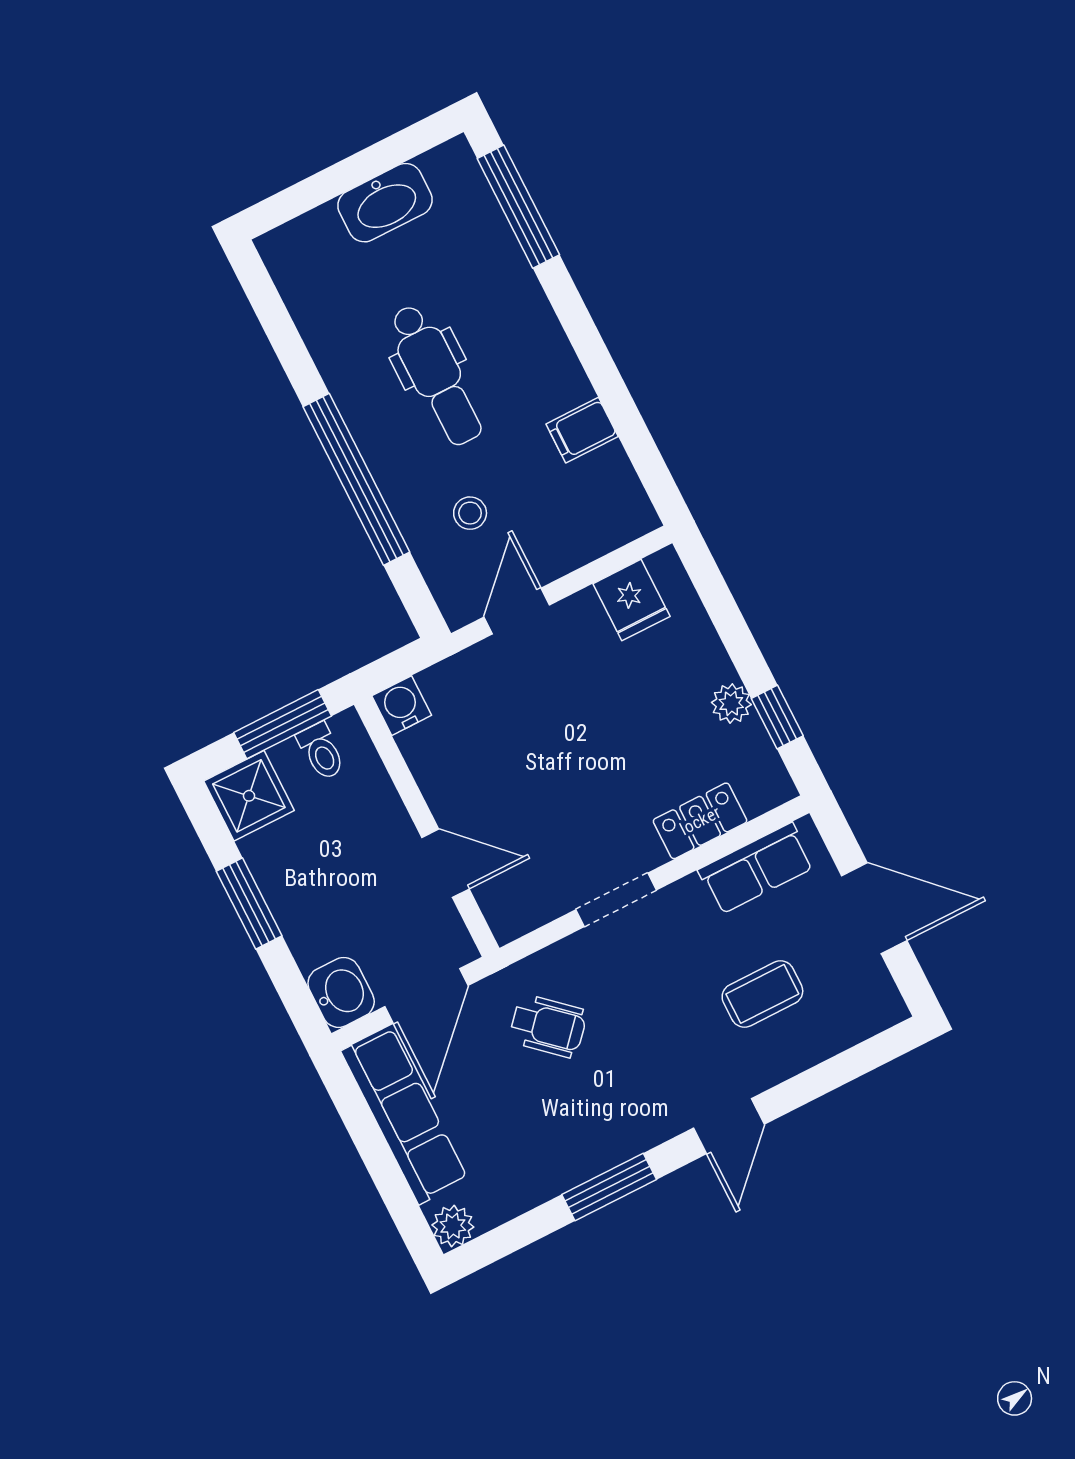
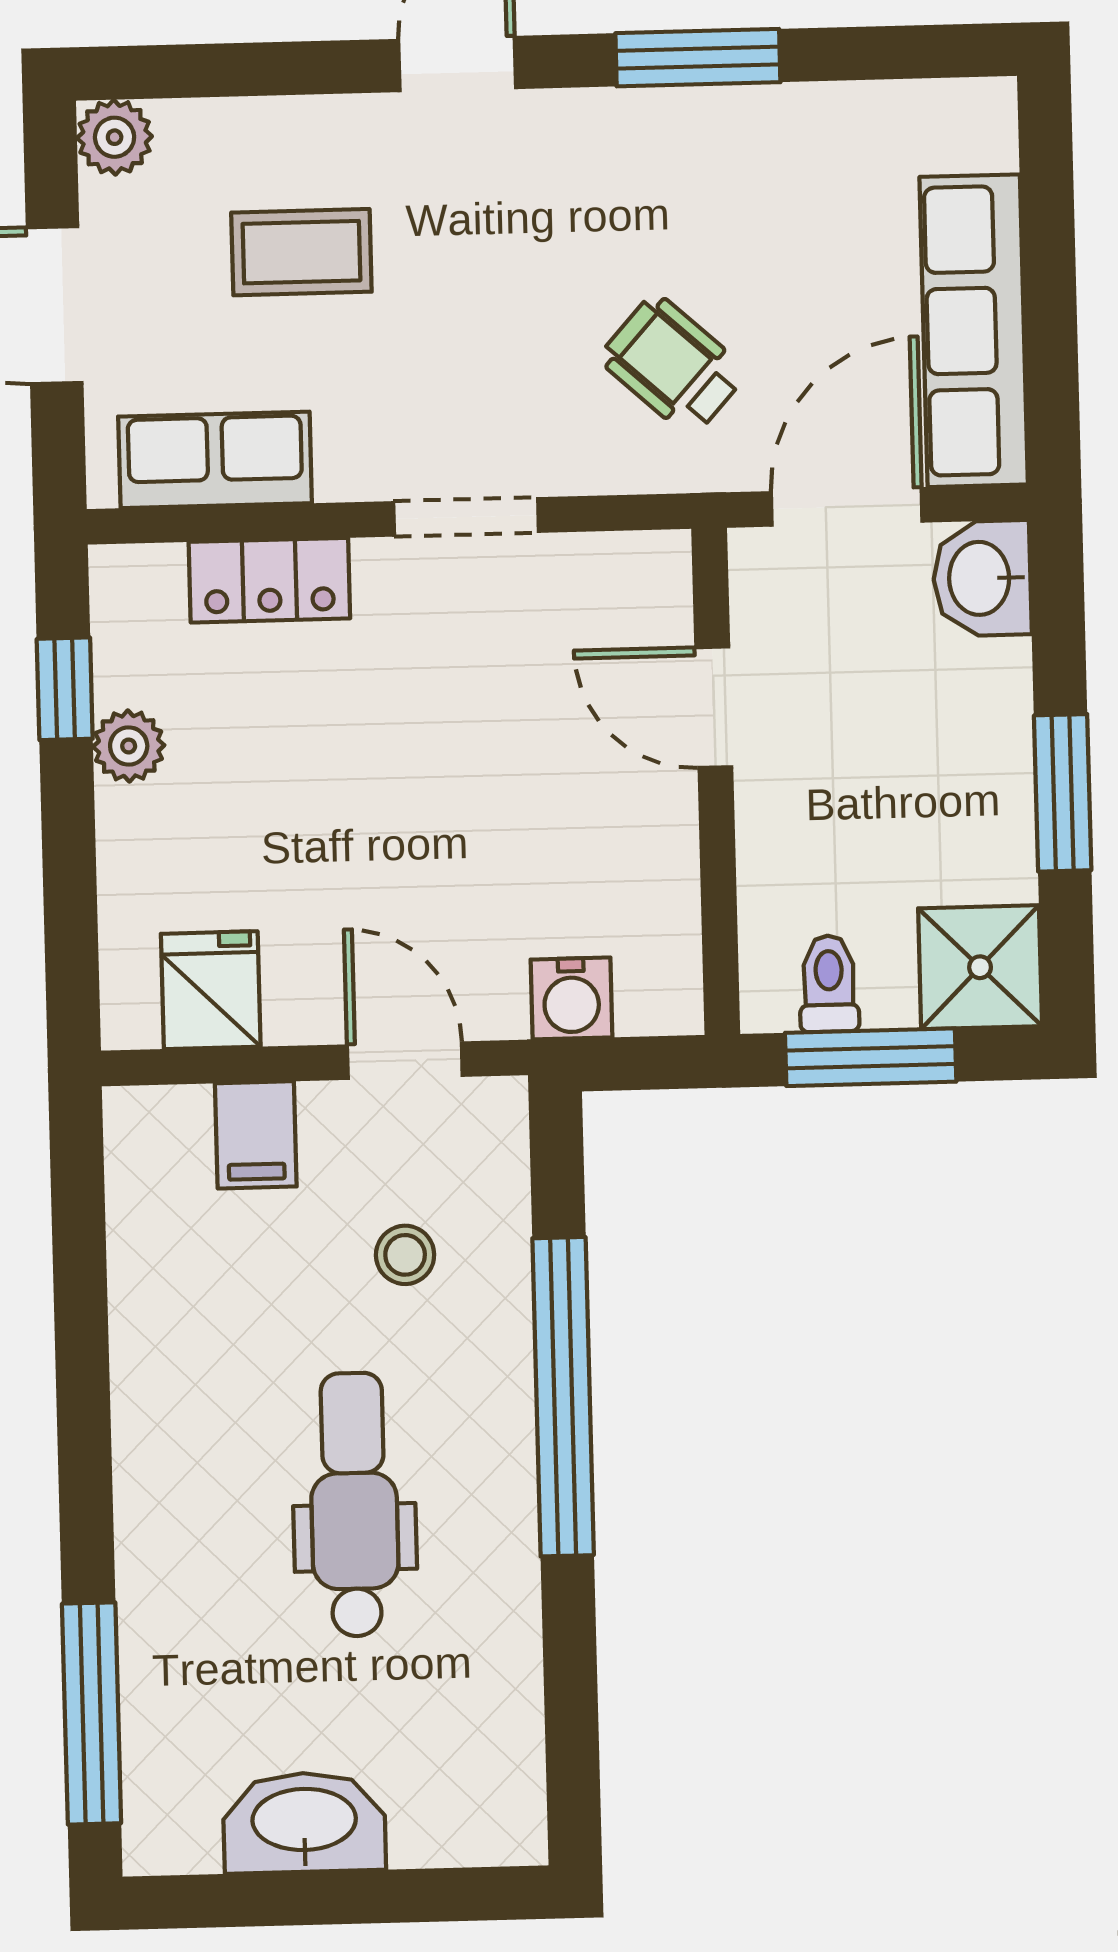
filing cabinet: (582, 430) -> (256, 1135), moved, turned 90
door: (517, 611) -> (405, 1061), swing flipped
water cooler: (402, 706) -> (572, 998), moved
plant: (453, 1226) -> (115, 137), moved

